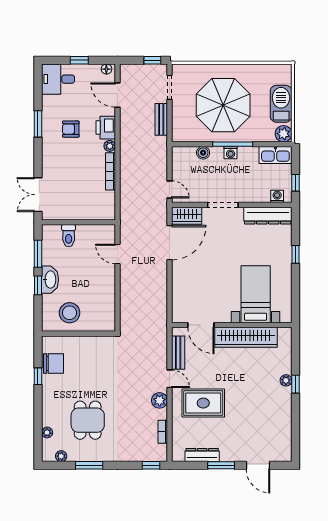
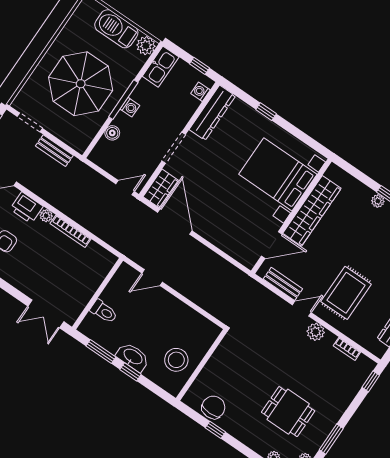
bed with nightstands: (256, 294) -> (278, 174), width x1.36

